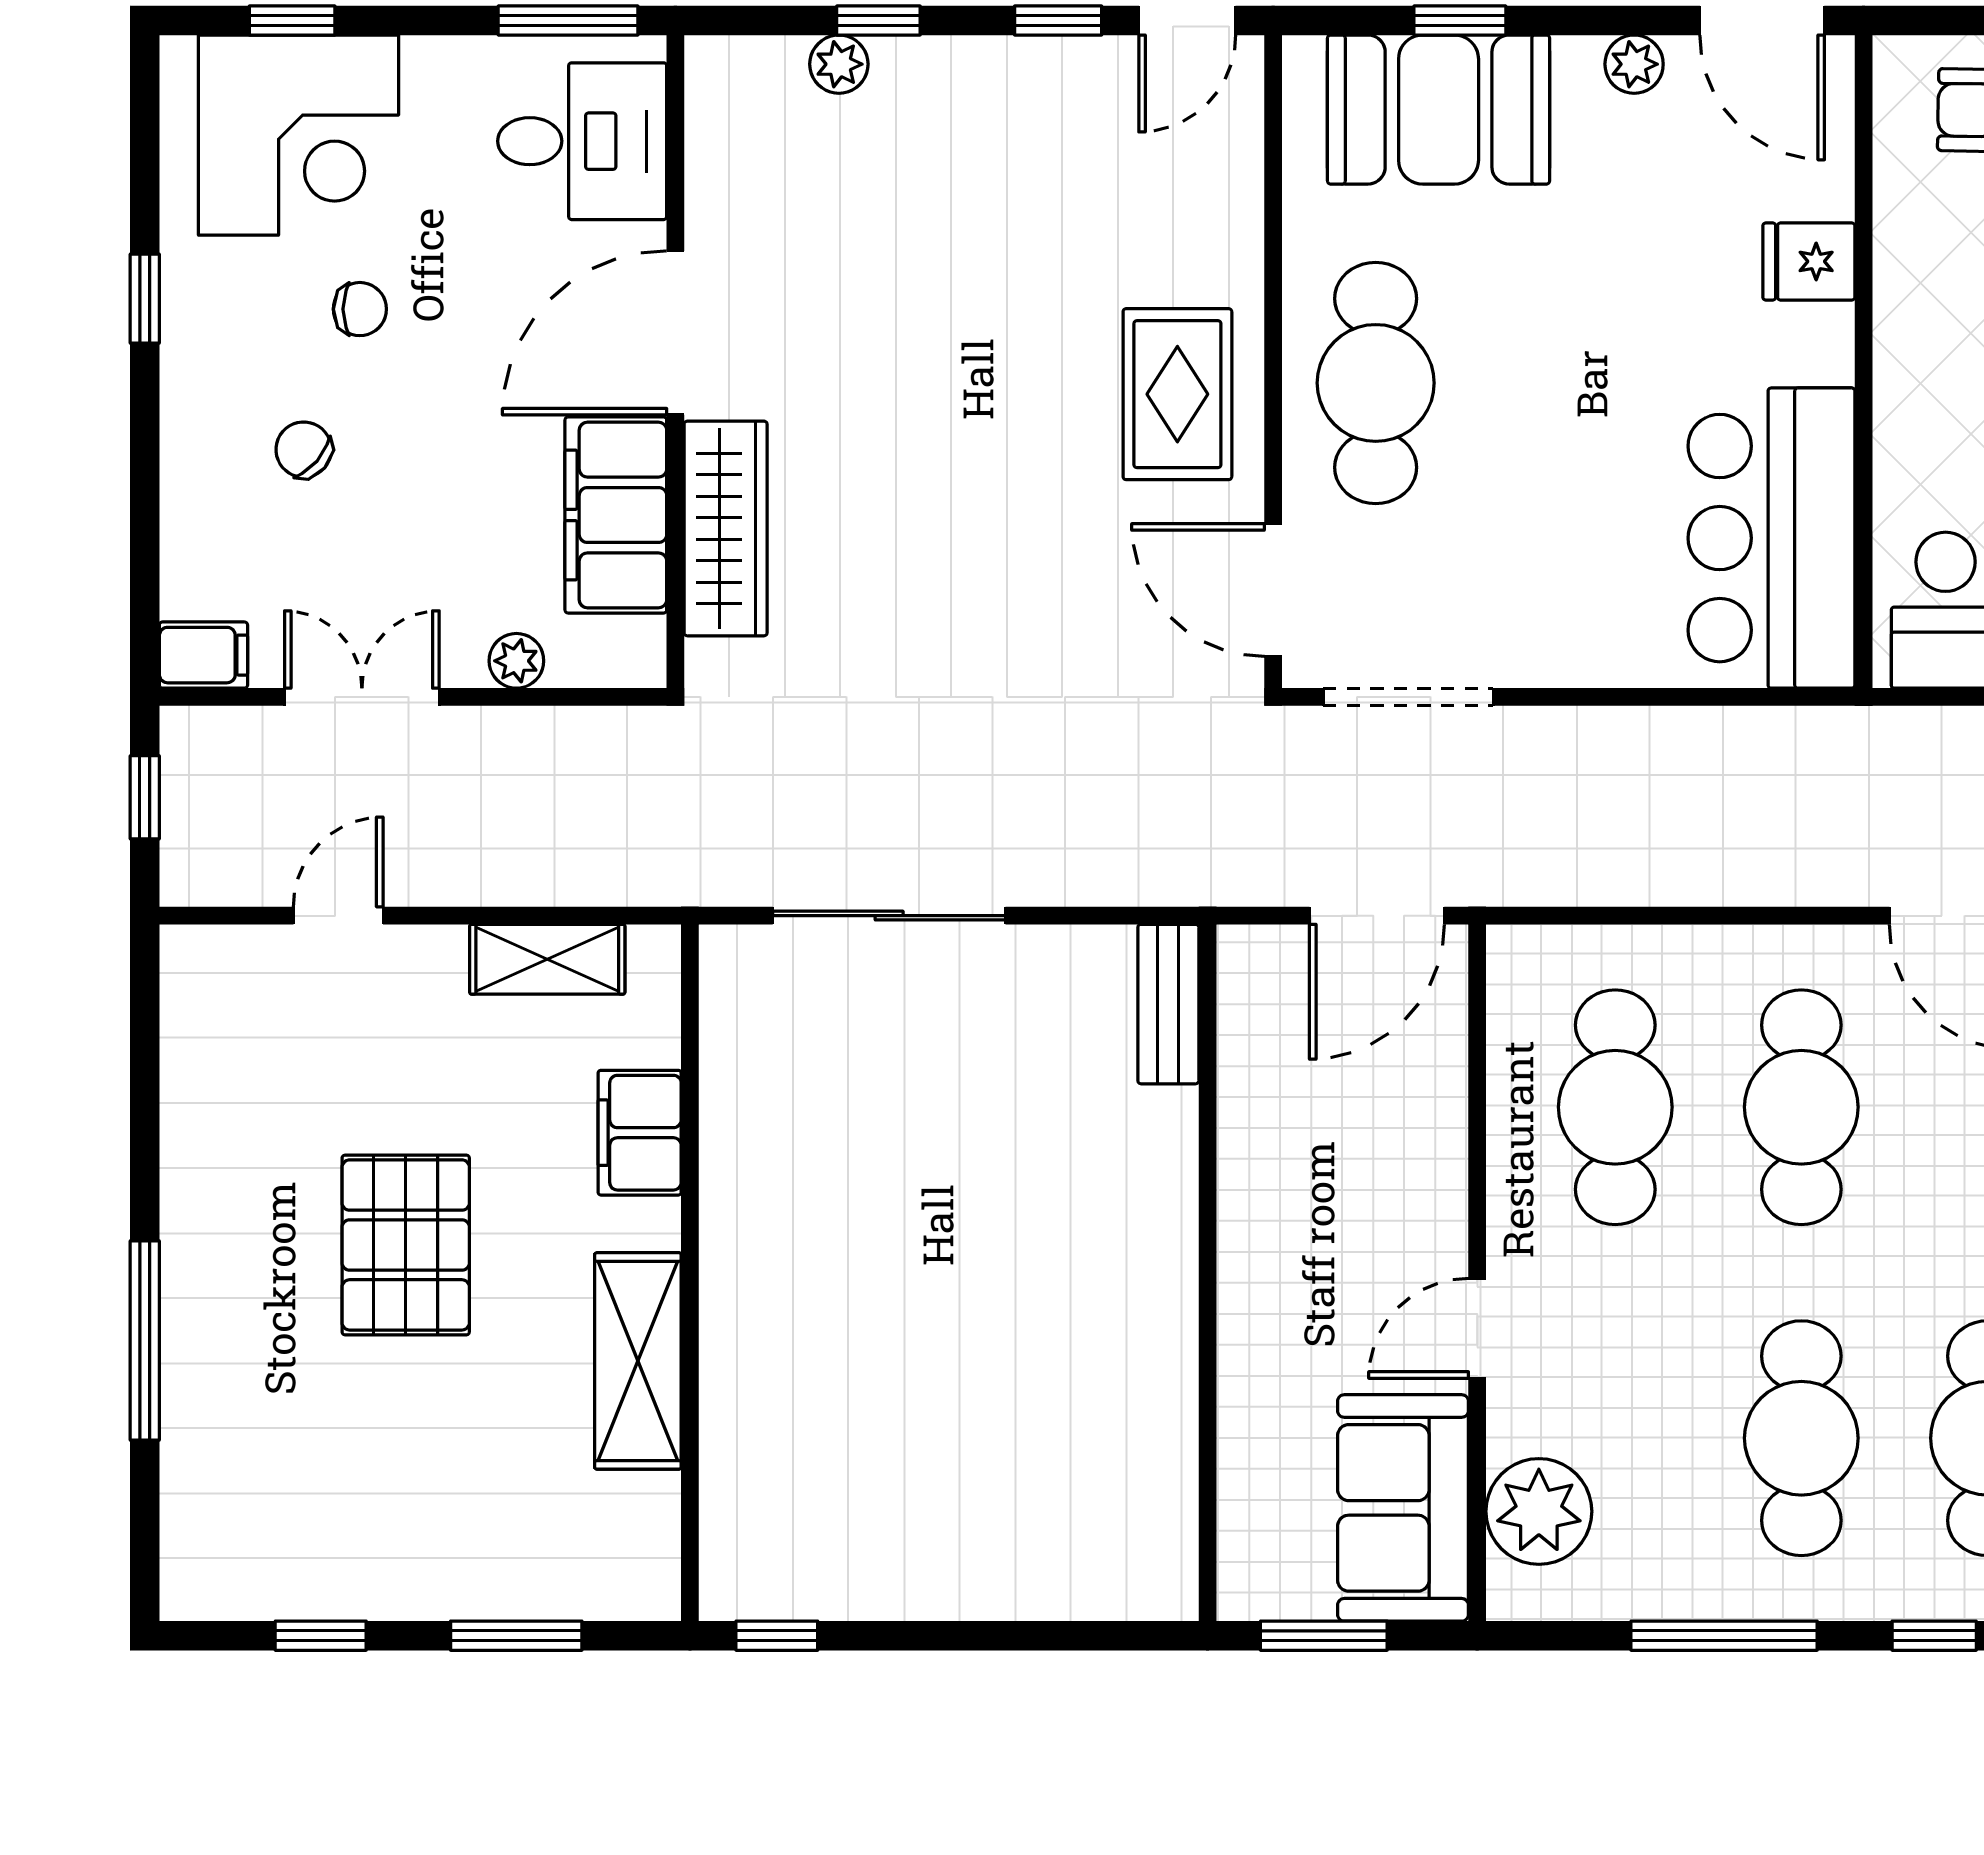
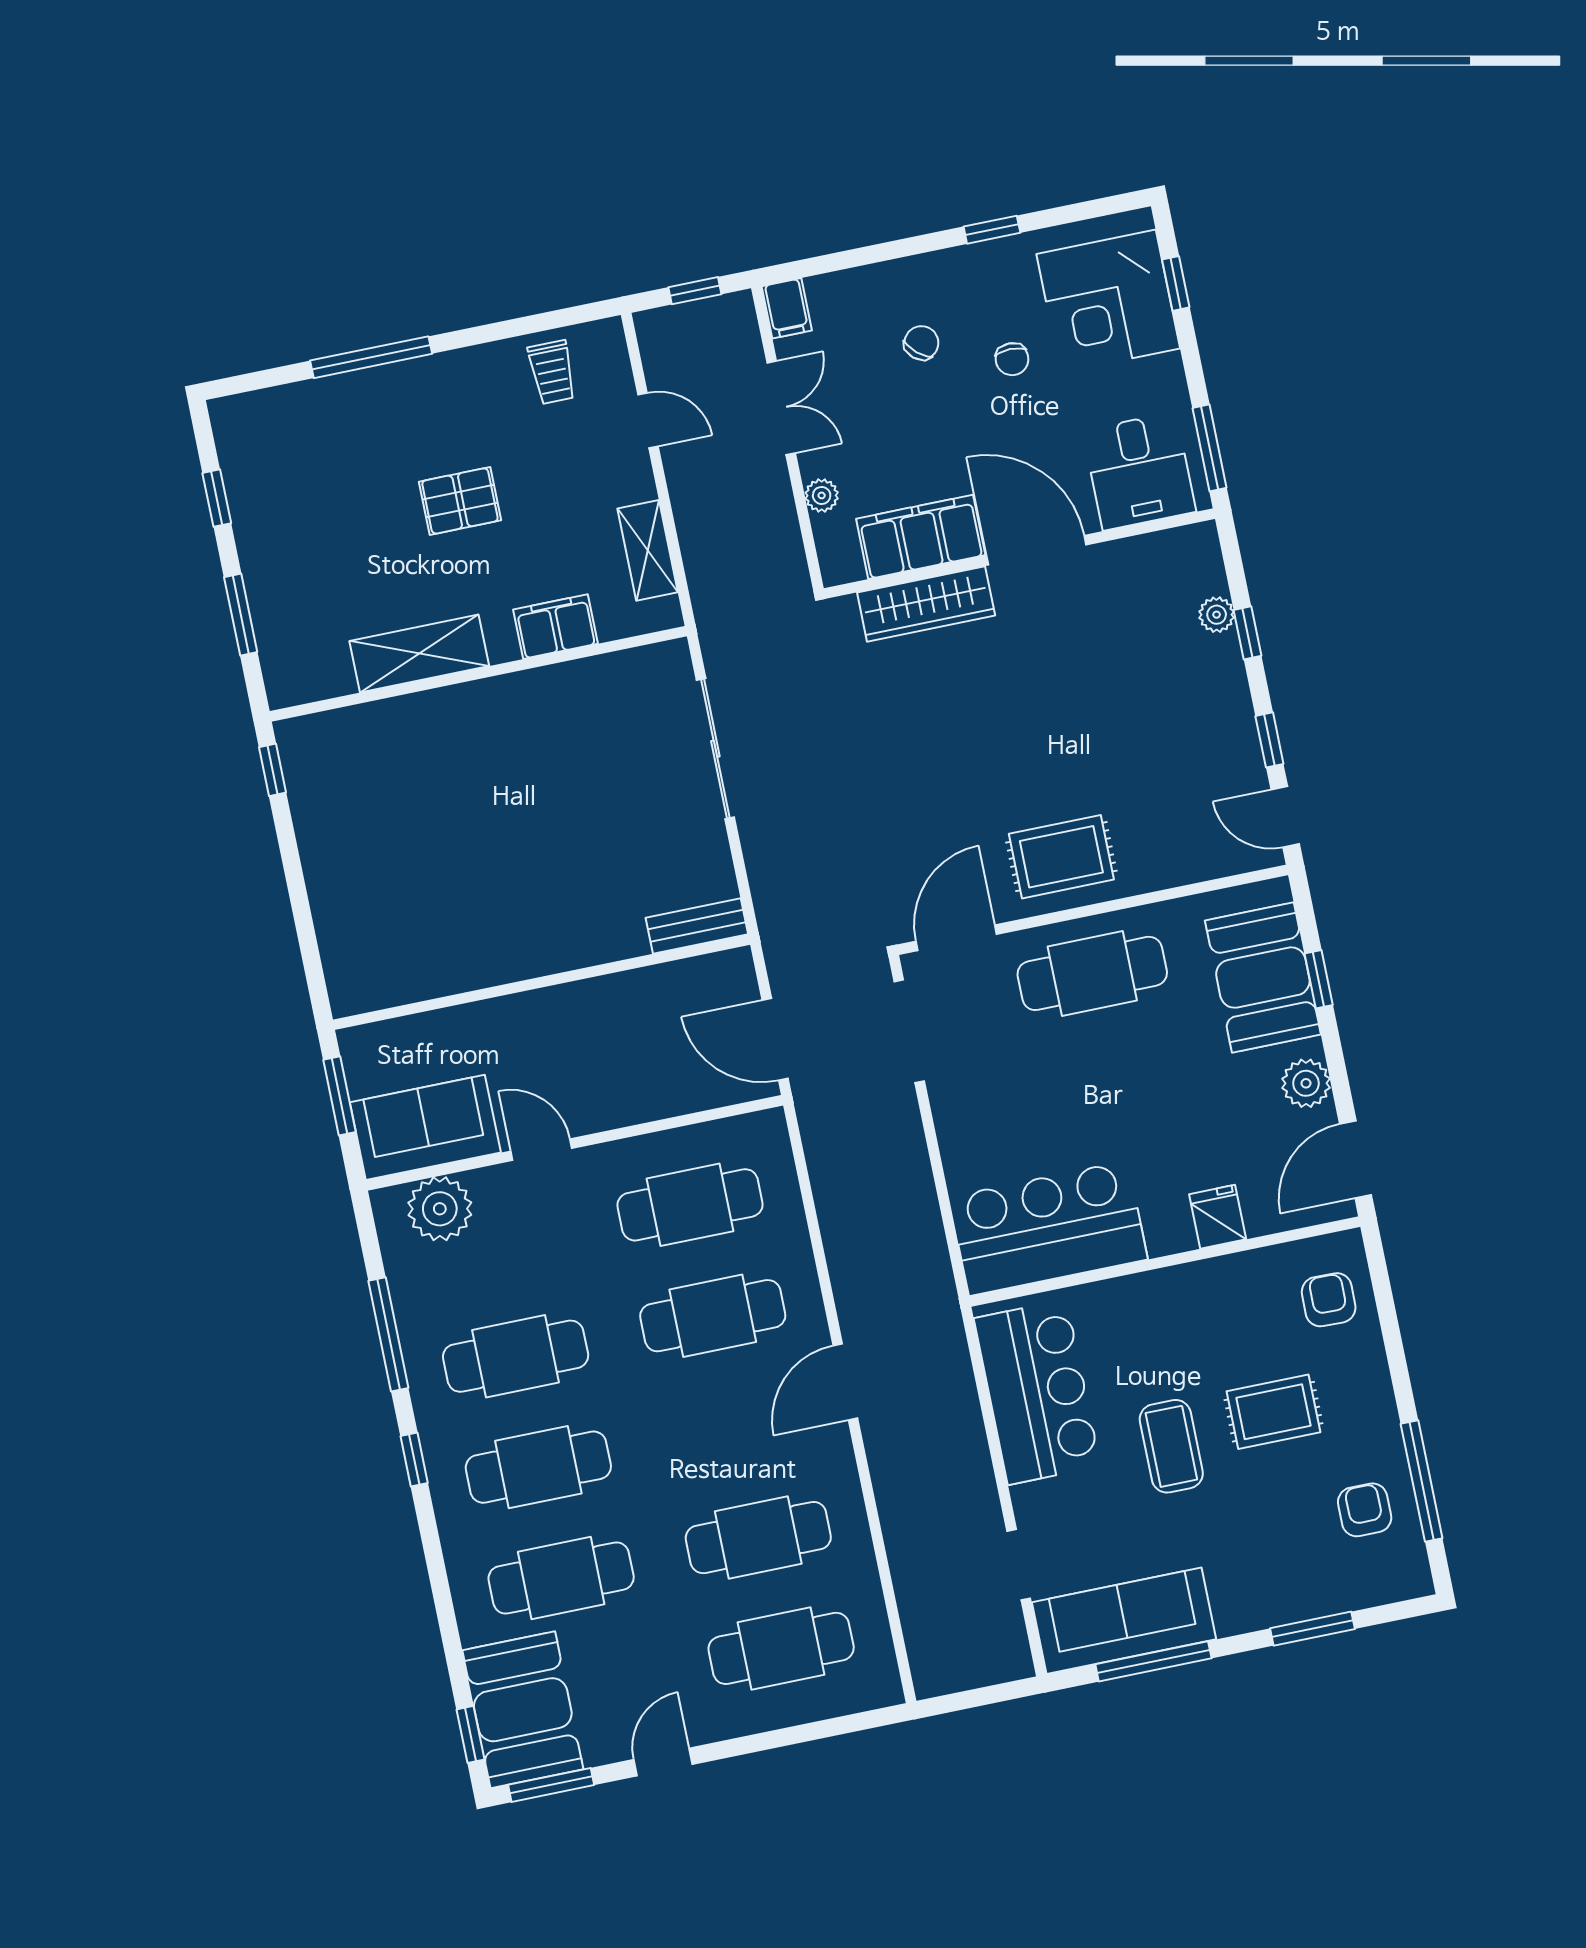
plant: (1634, 64) -> (1306, 1083), width x1.38, depth x1.38
trolley: (229, 1054) -> (552, 372), added
pallet: (406, 1245) -> (460, 501), width x0.67, depth x0.71

